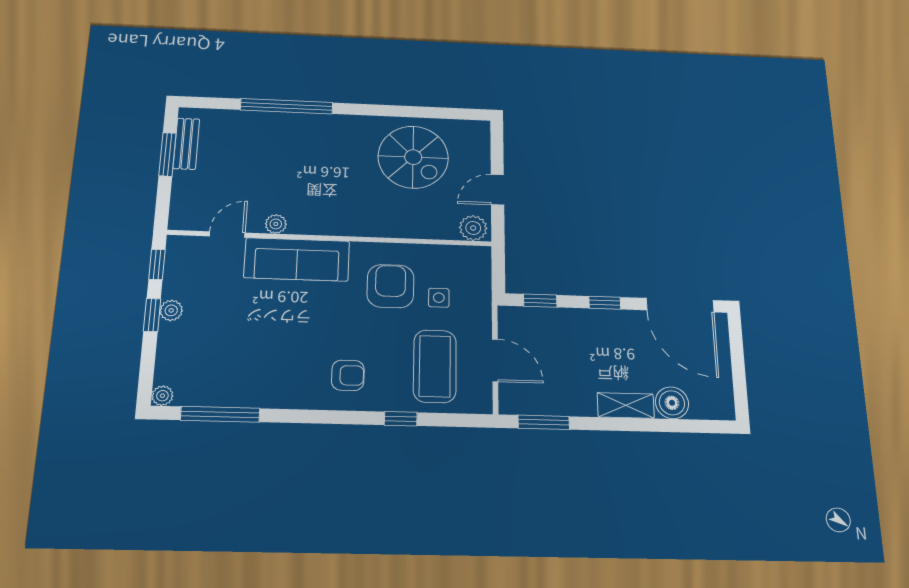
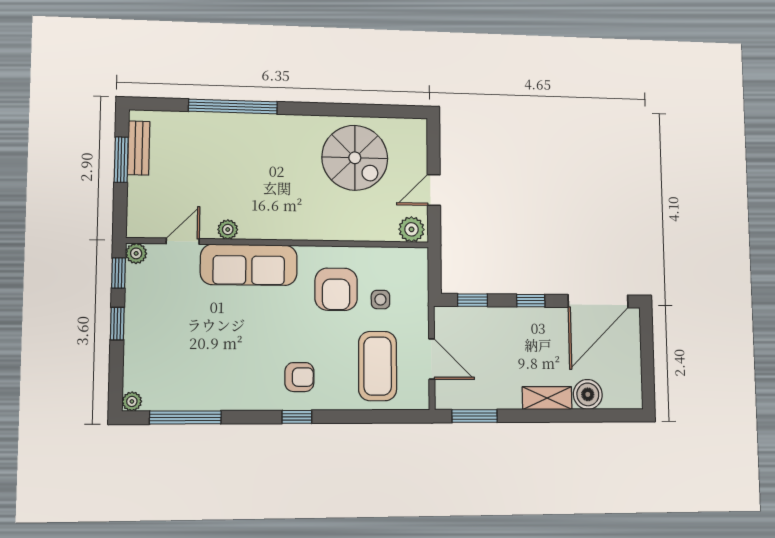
armchair: (390, 286) -> (336, 289), turned 180
door: (680, 305) -> (598, 301), hinge flipped
plant: (171, 310) -> (136, 253), moved
window: (401, 419) -> (297, 417), moved

